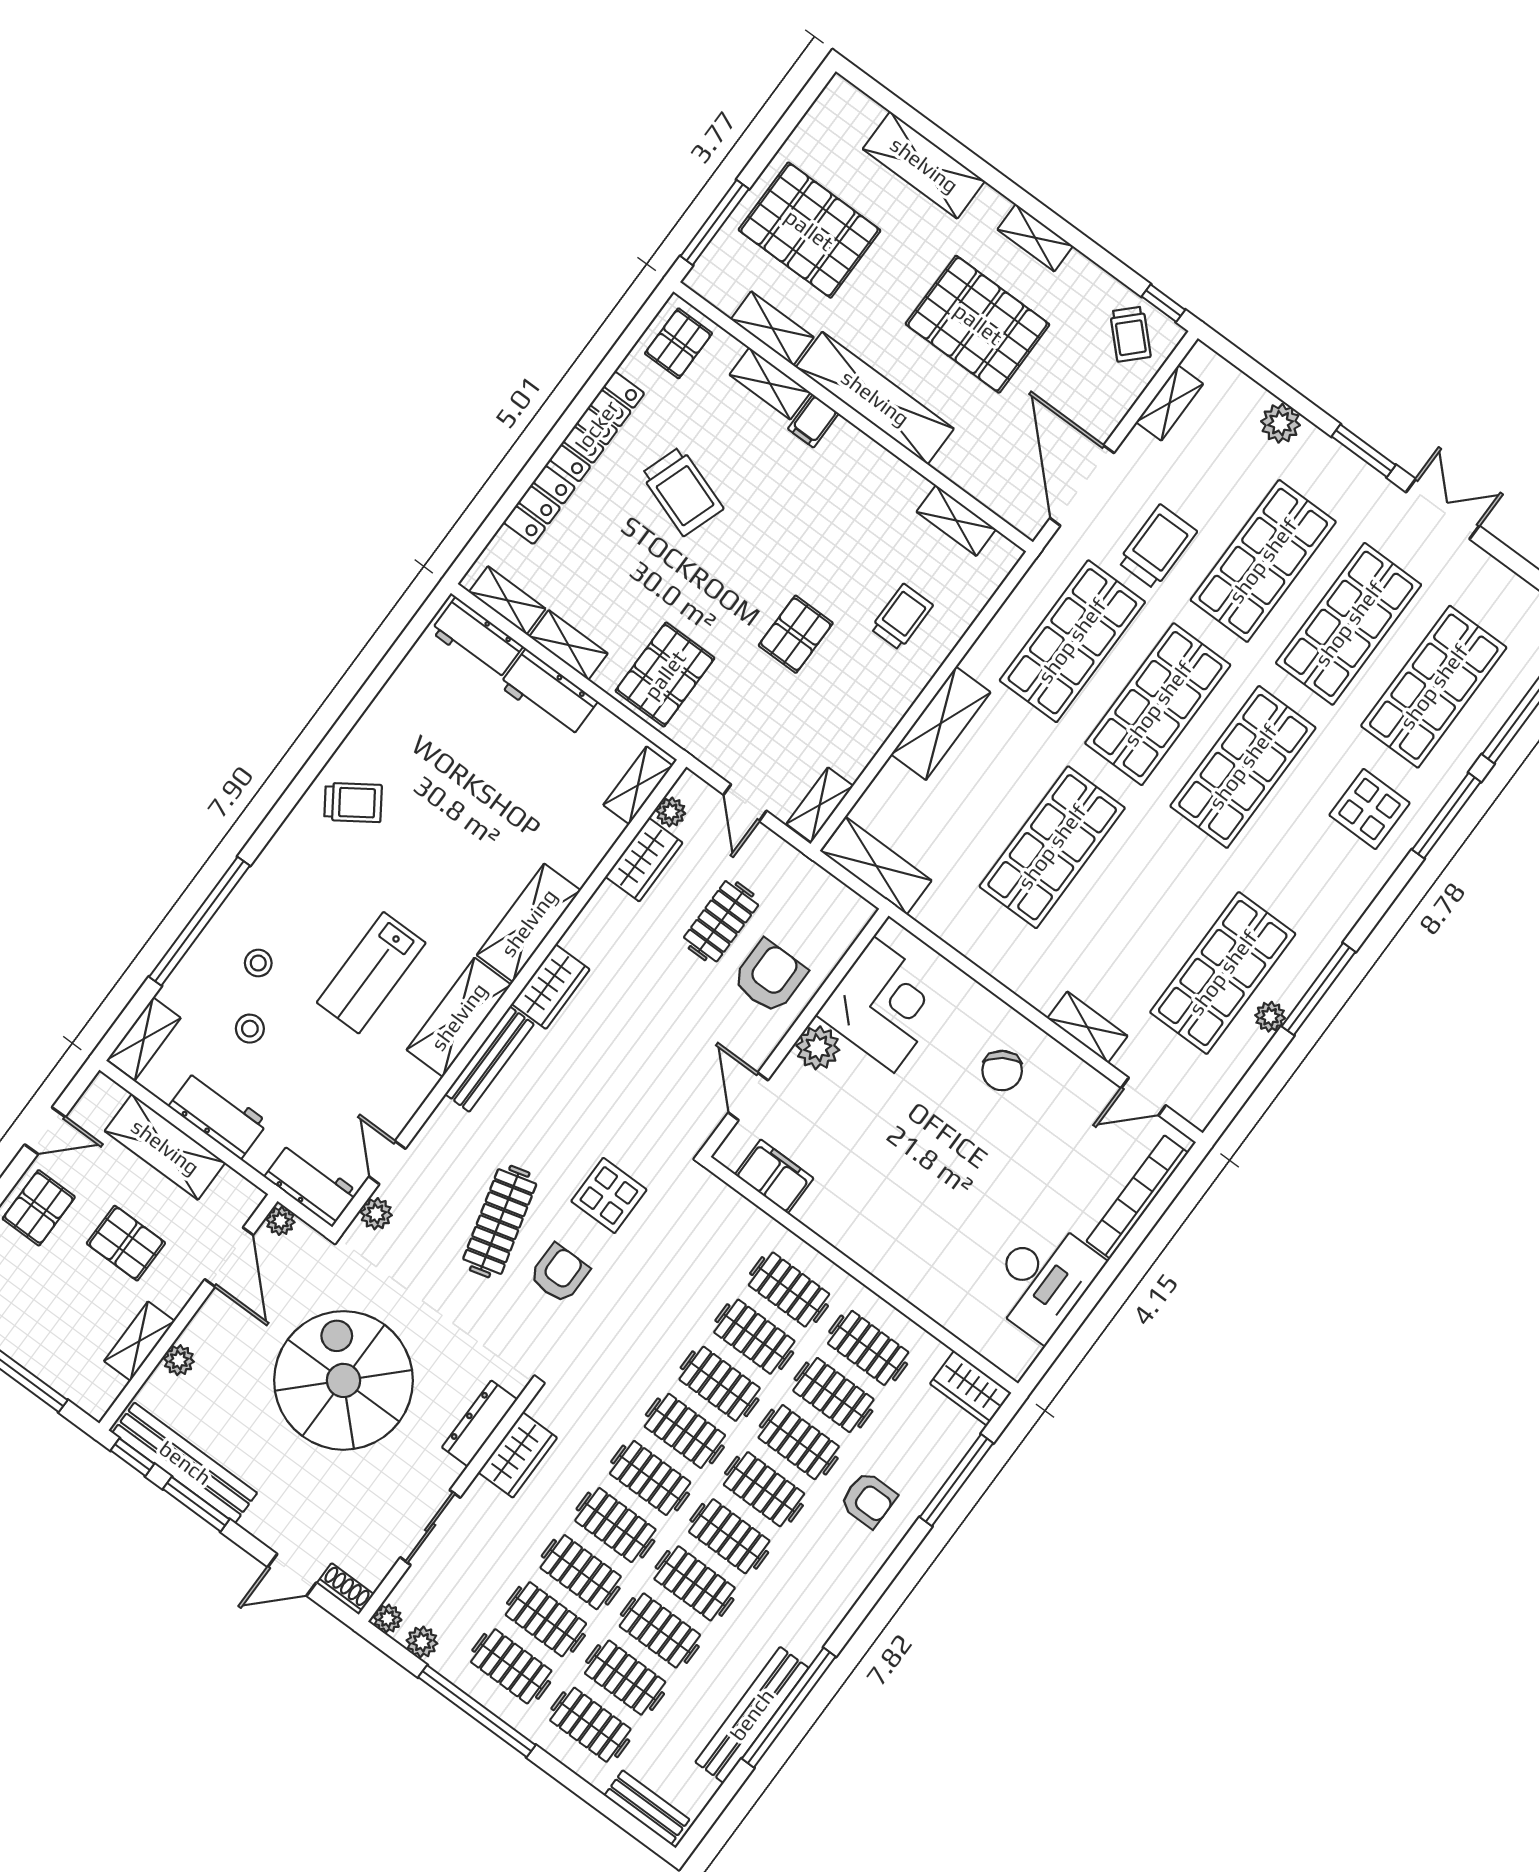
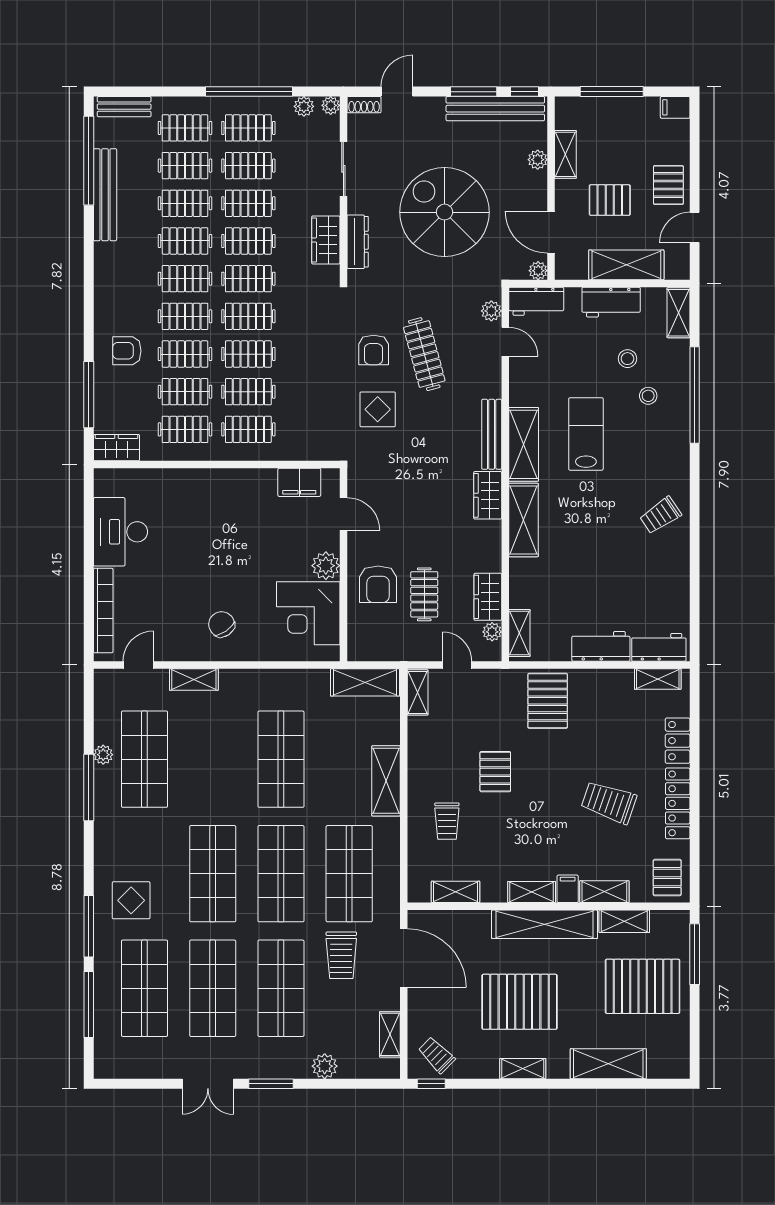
shelving: (568, 645) -> (532, 892), moved
spiral stairs: (343, 1380) -> (445, 212), turned 180
window: (789, 1708) -> (89, 161), moved

